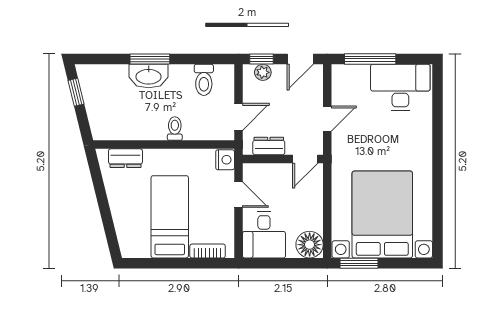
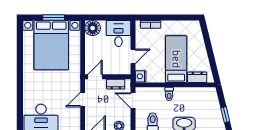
door: (238, 117) -> (133, 101), hinge flipped
door: (238, 195) -> (133, 56), swing flipped
bed: (170, 217) -> (176, 59), moved, turned 180
window: (359, 263) -> (54, 18), moved

